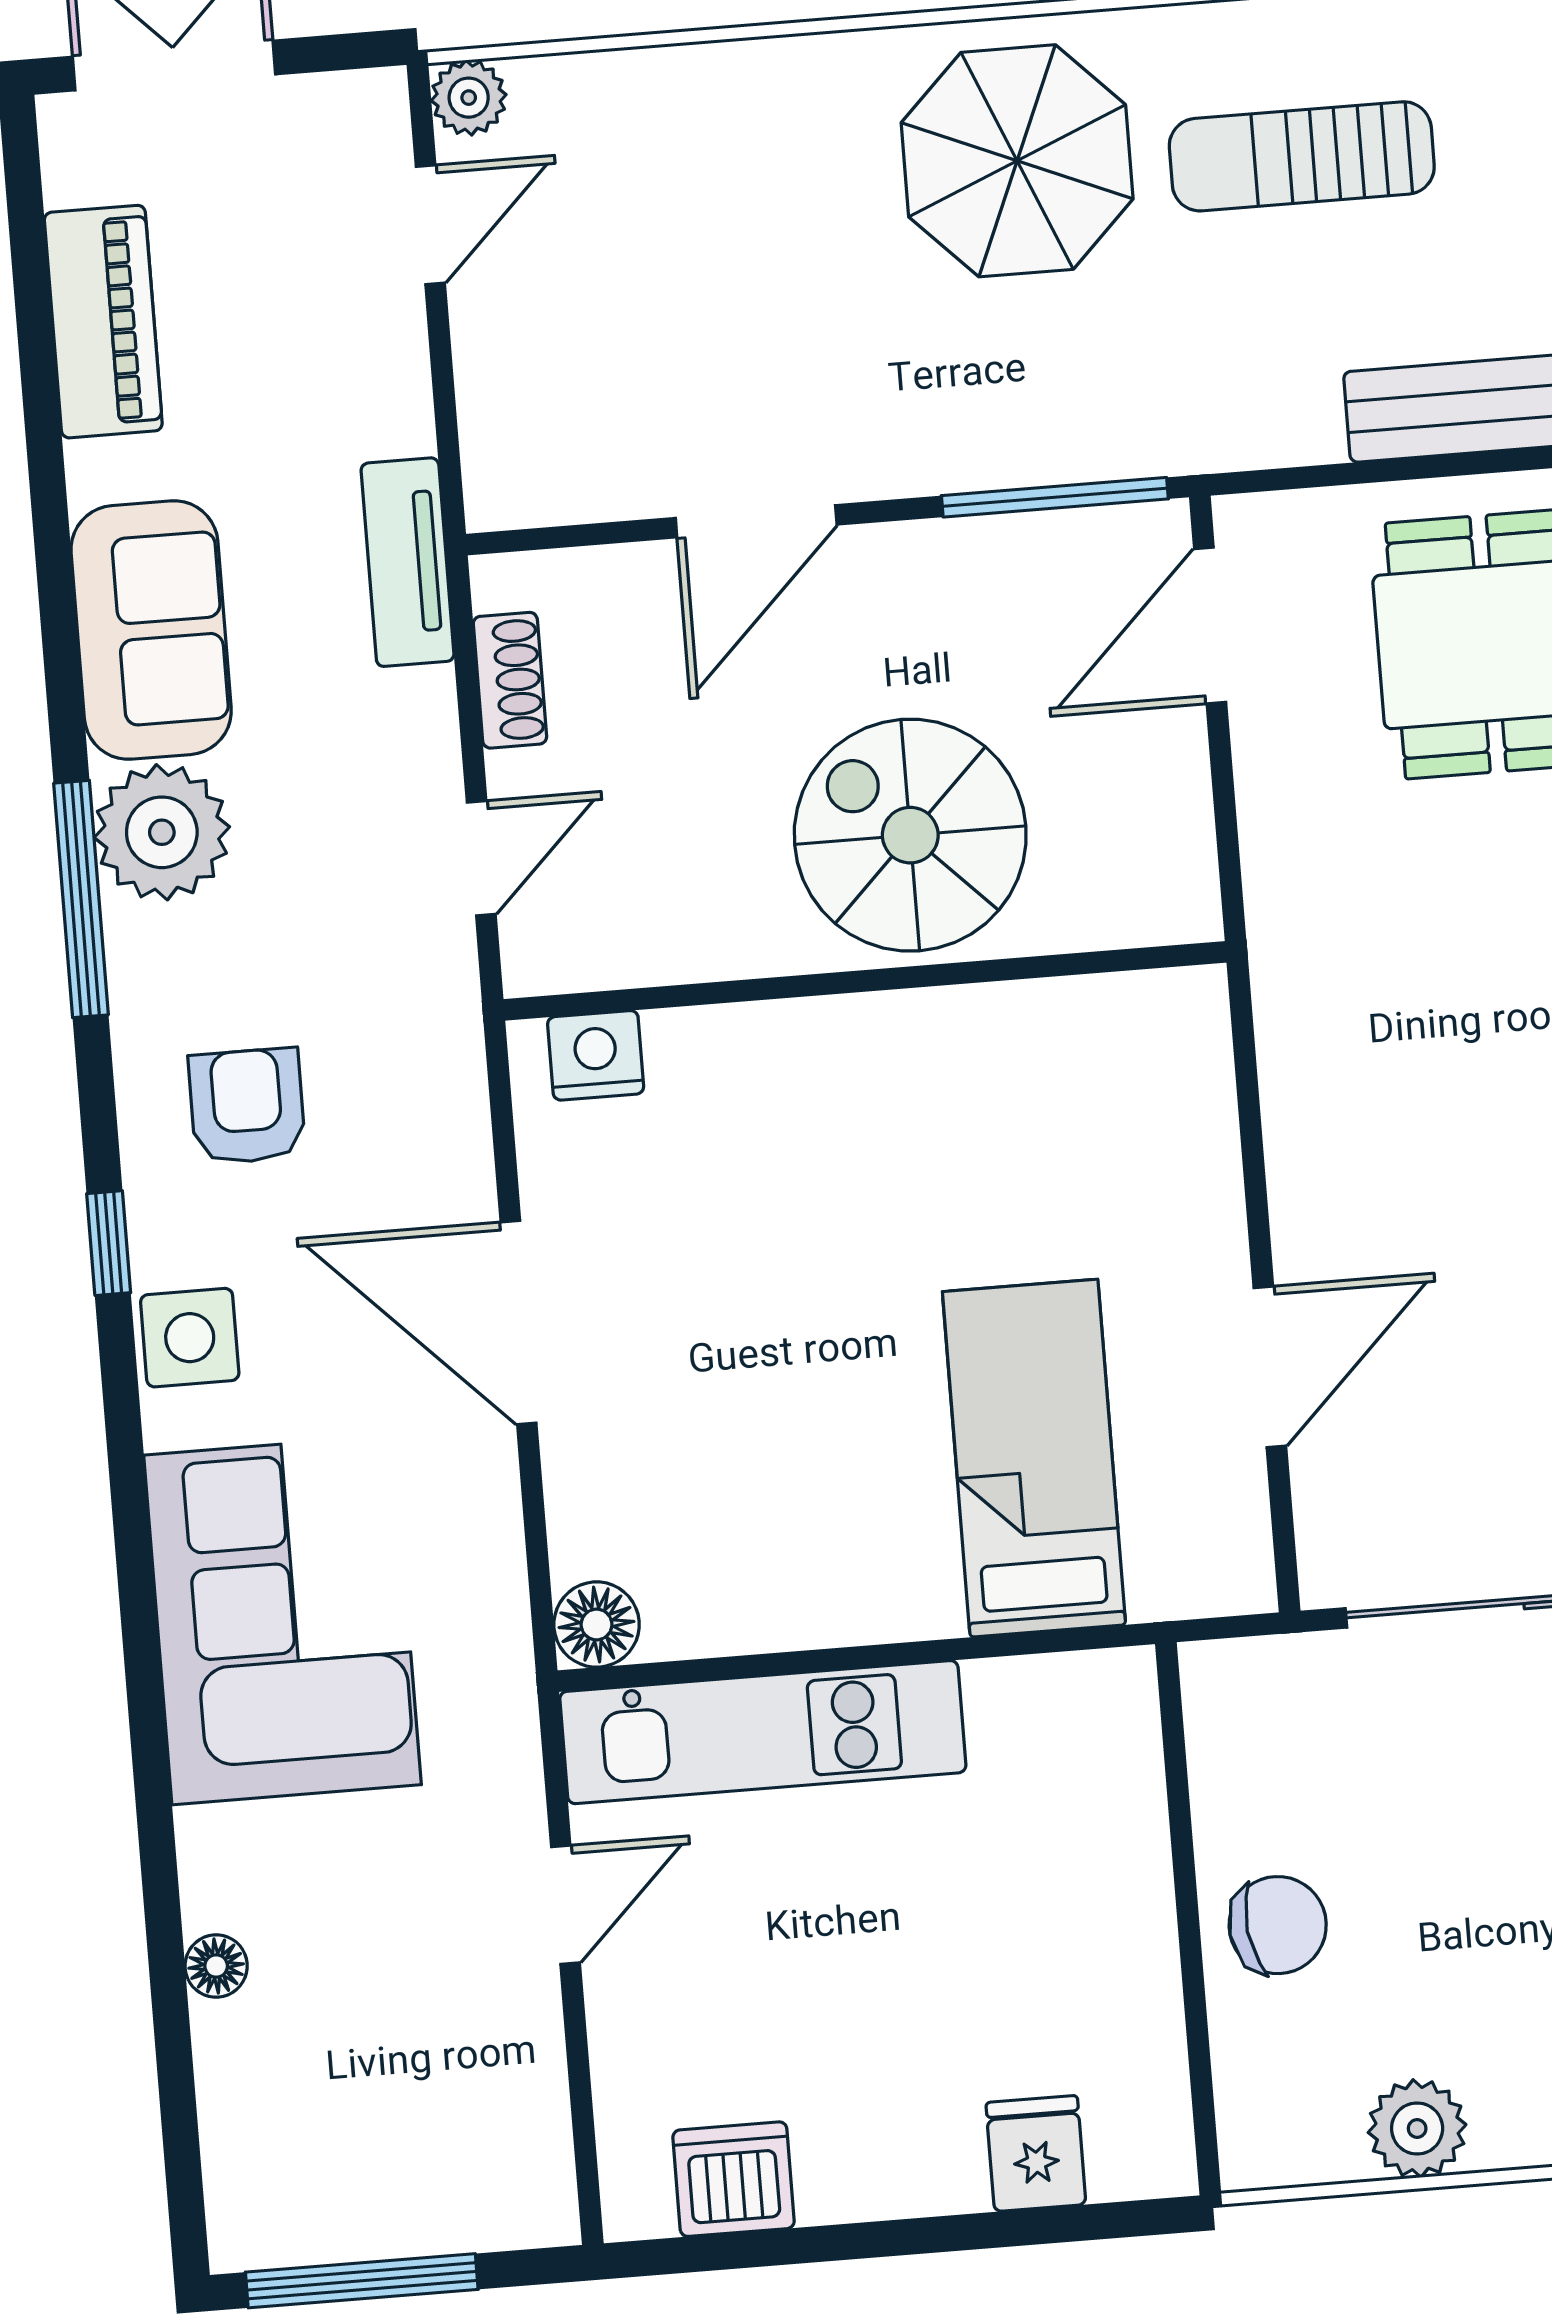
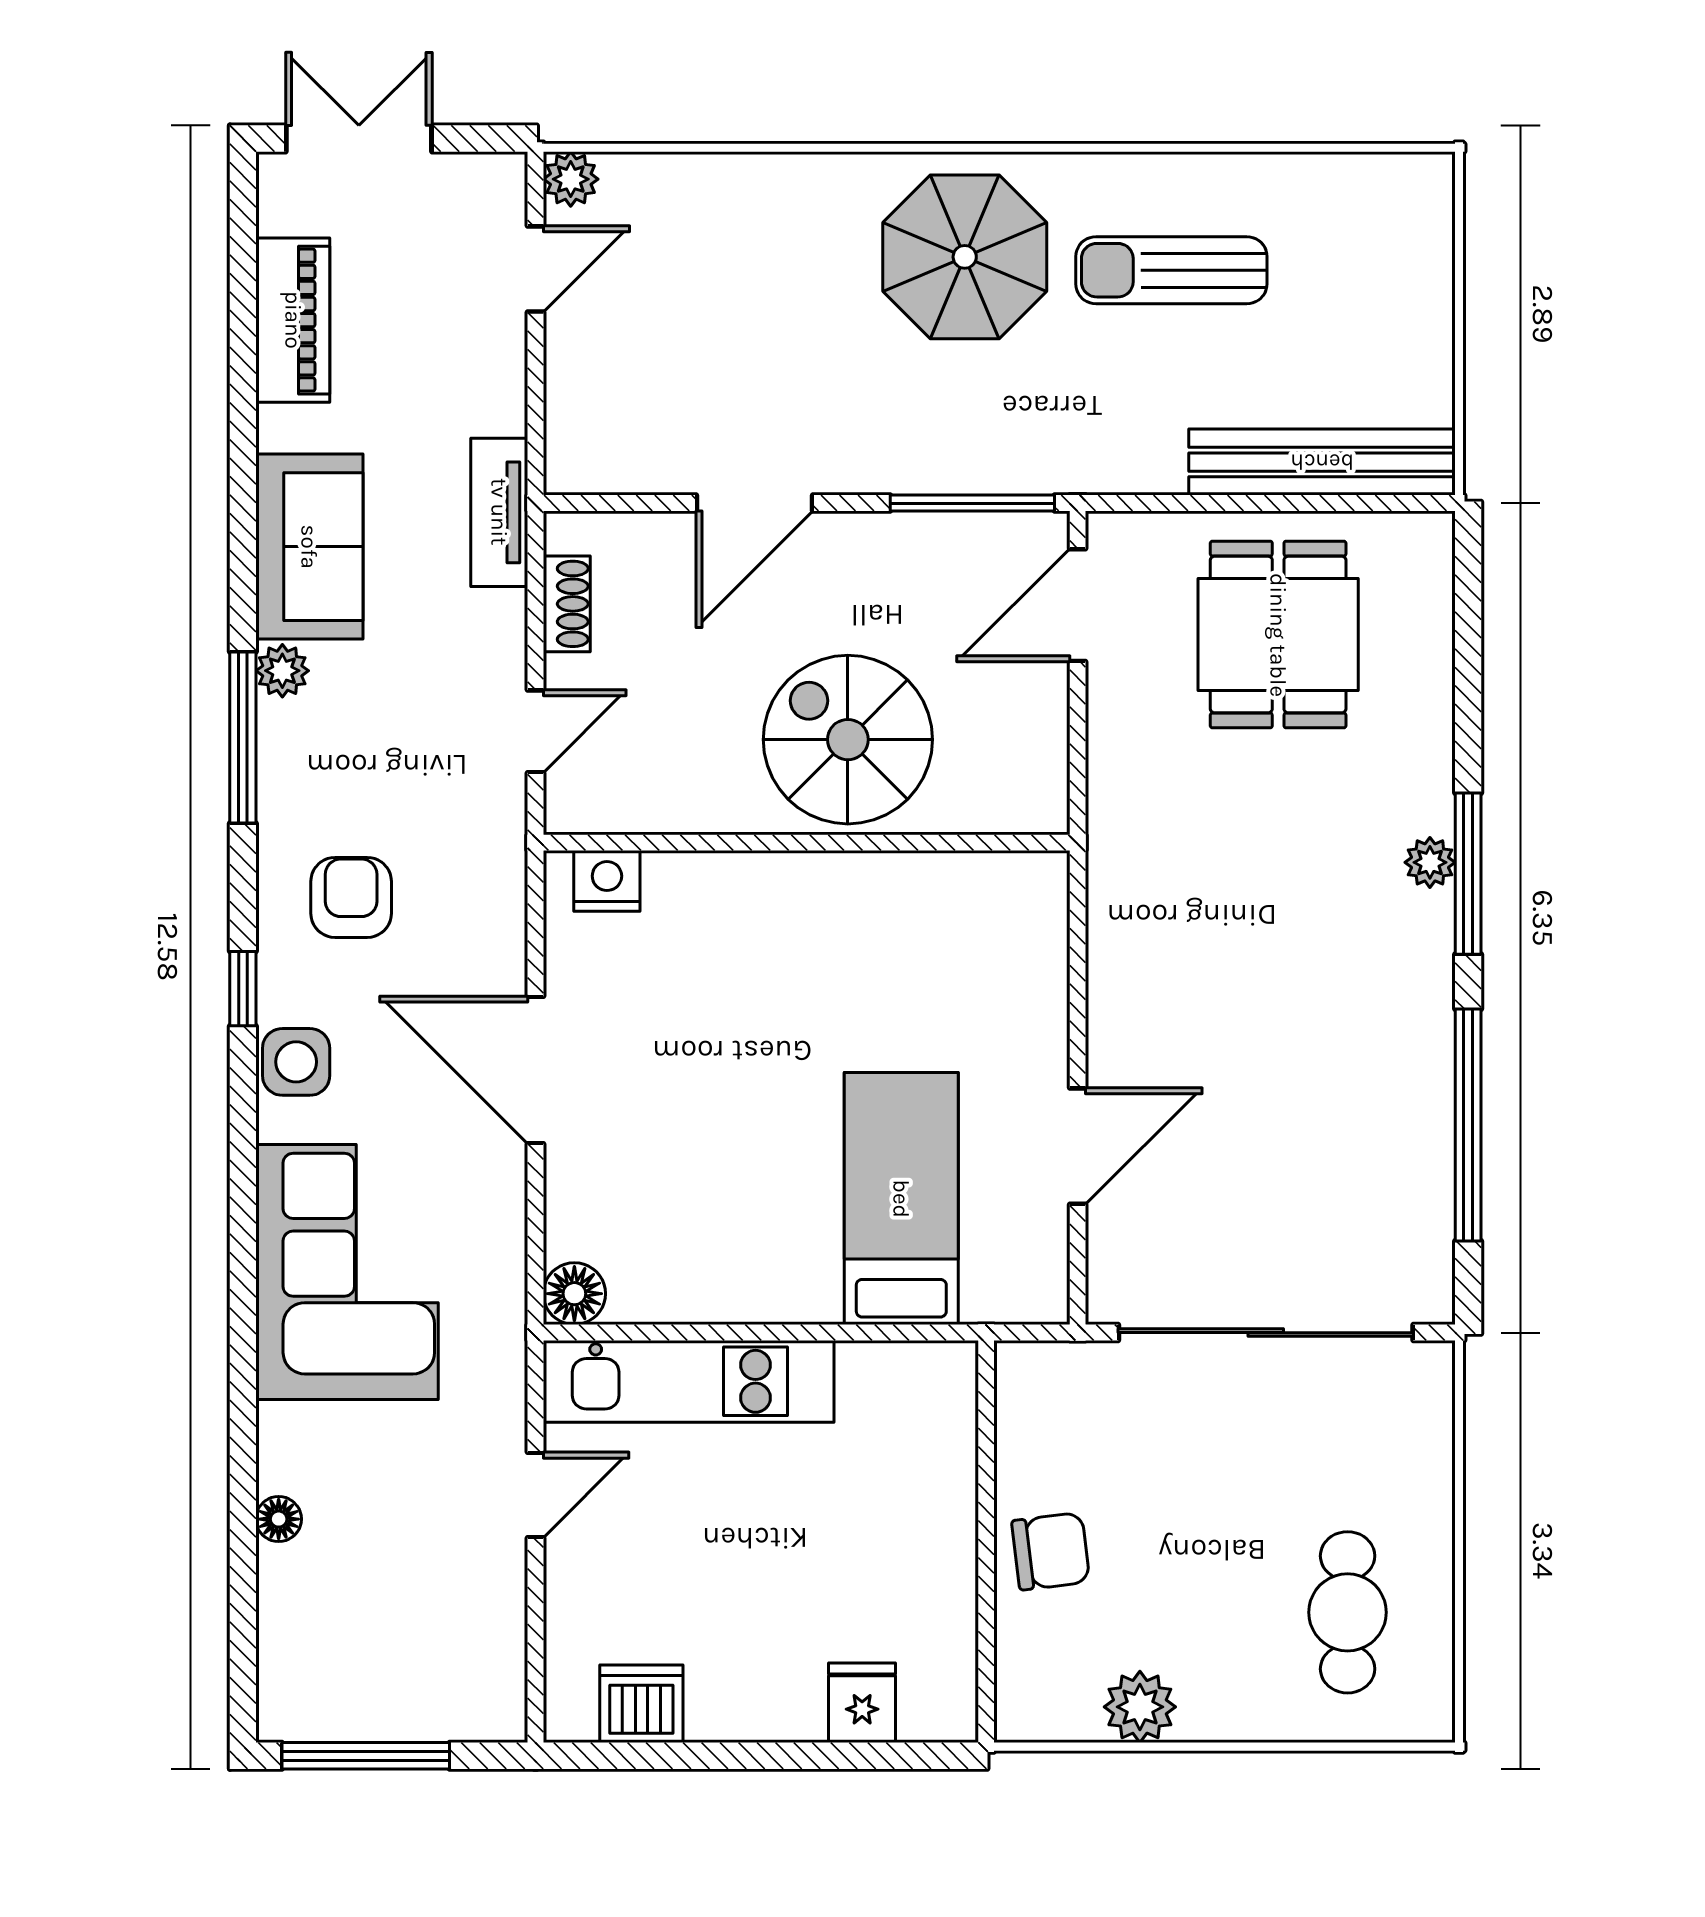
plant: (162, 832) -> (282, 671), width x0.53, depth x0.53

